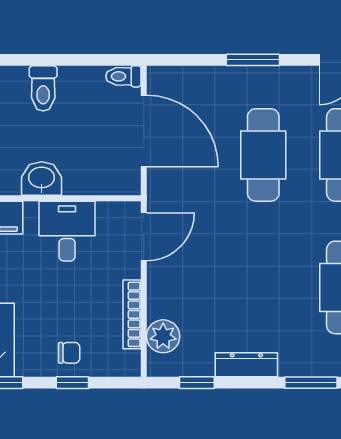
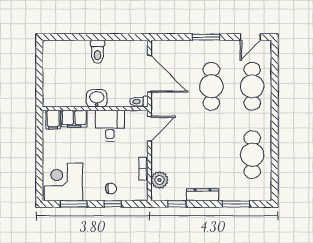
toilet: (123, 76) -> (139, 102), moved
bookcase: (132, 314) -> (143, 169), width x0.64

